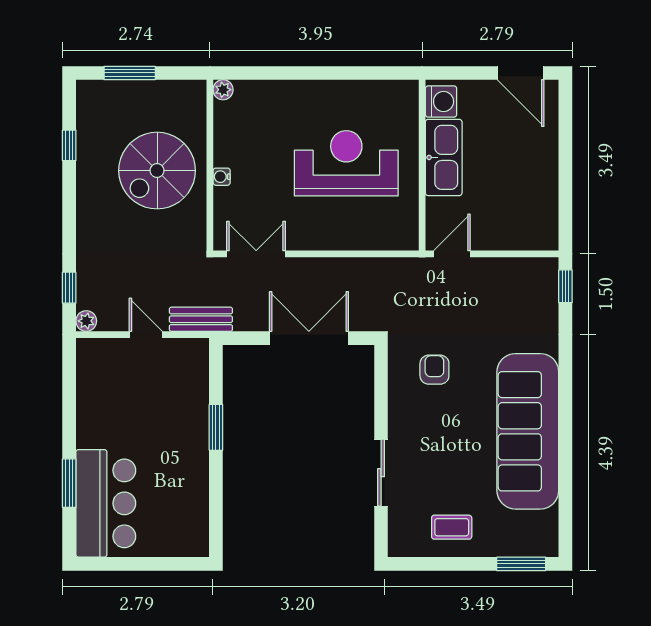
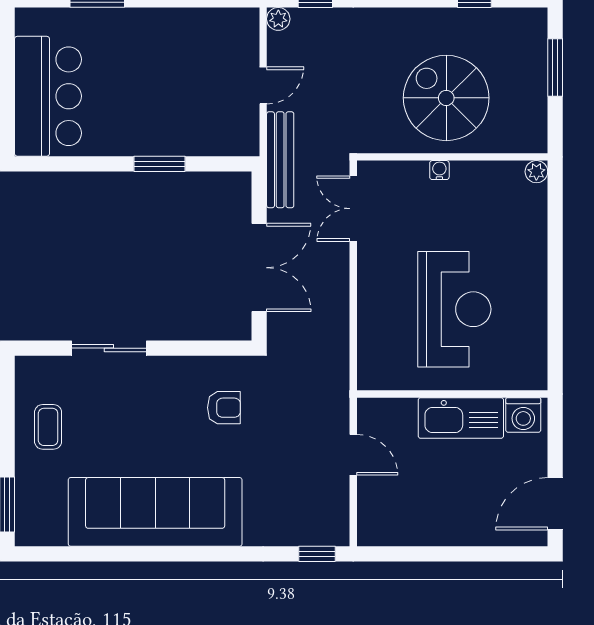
double door: (256, 254) -> (353, 209), swing flipped
door: (452, 254) -> (353, 455), moved
bench: (201, 319) -> (280, 160), width x1.36
bar counter: (106, 503) -> (48, 96), moved, turned -90

